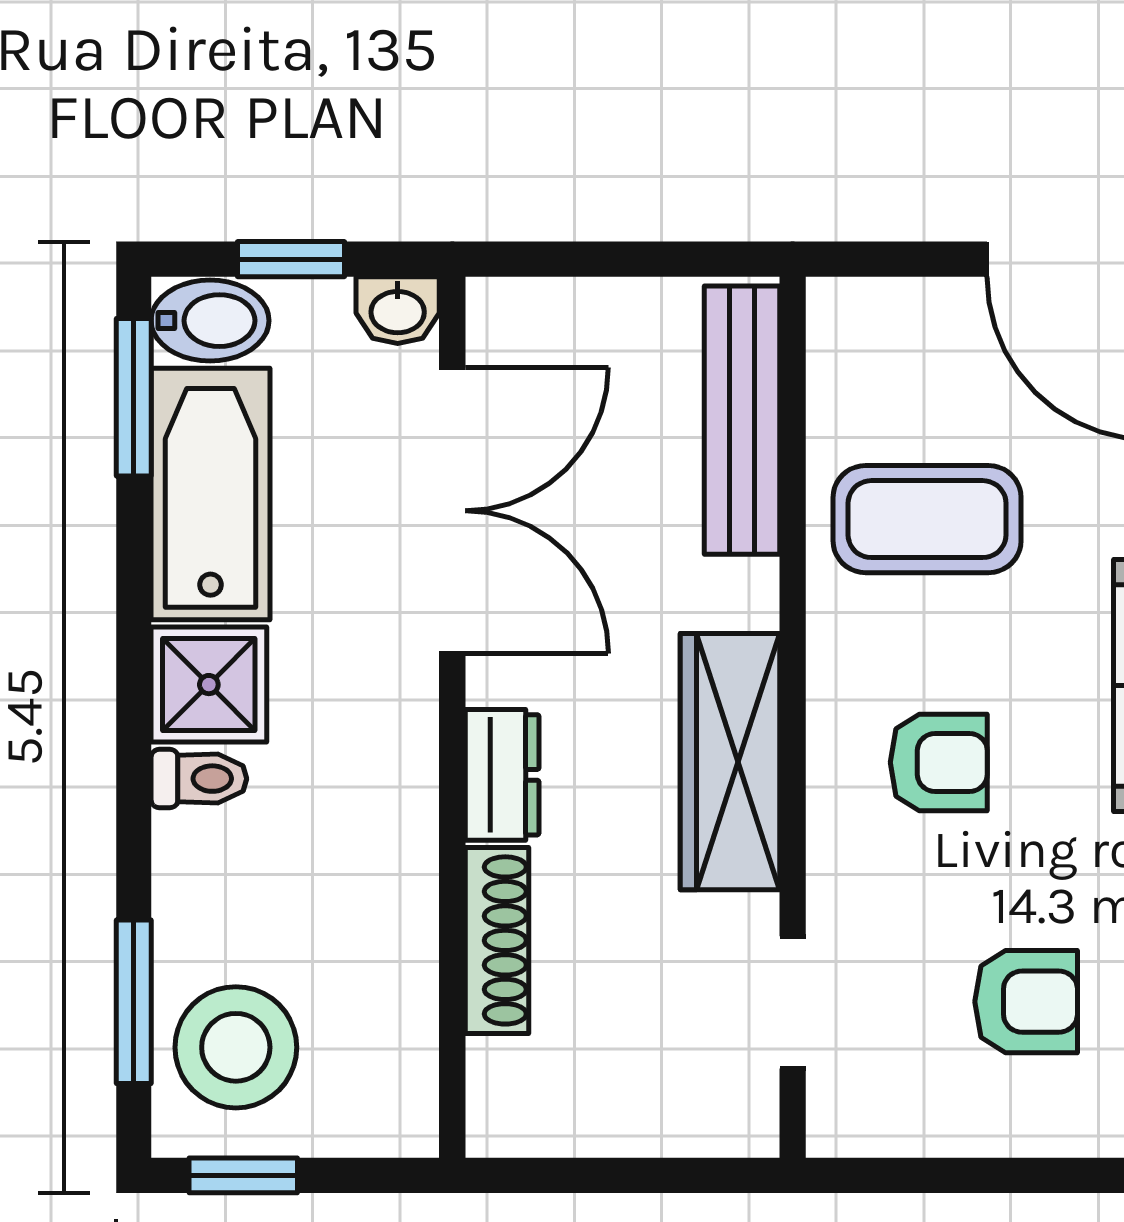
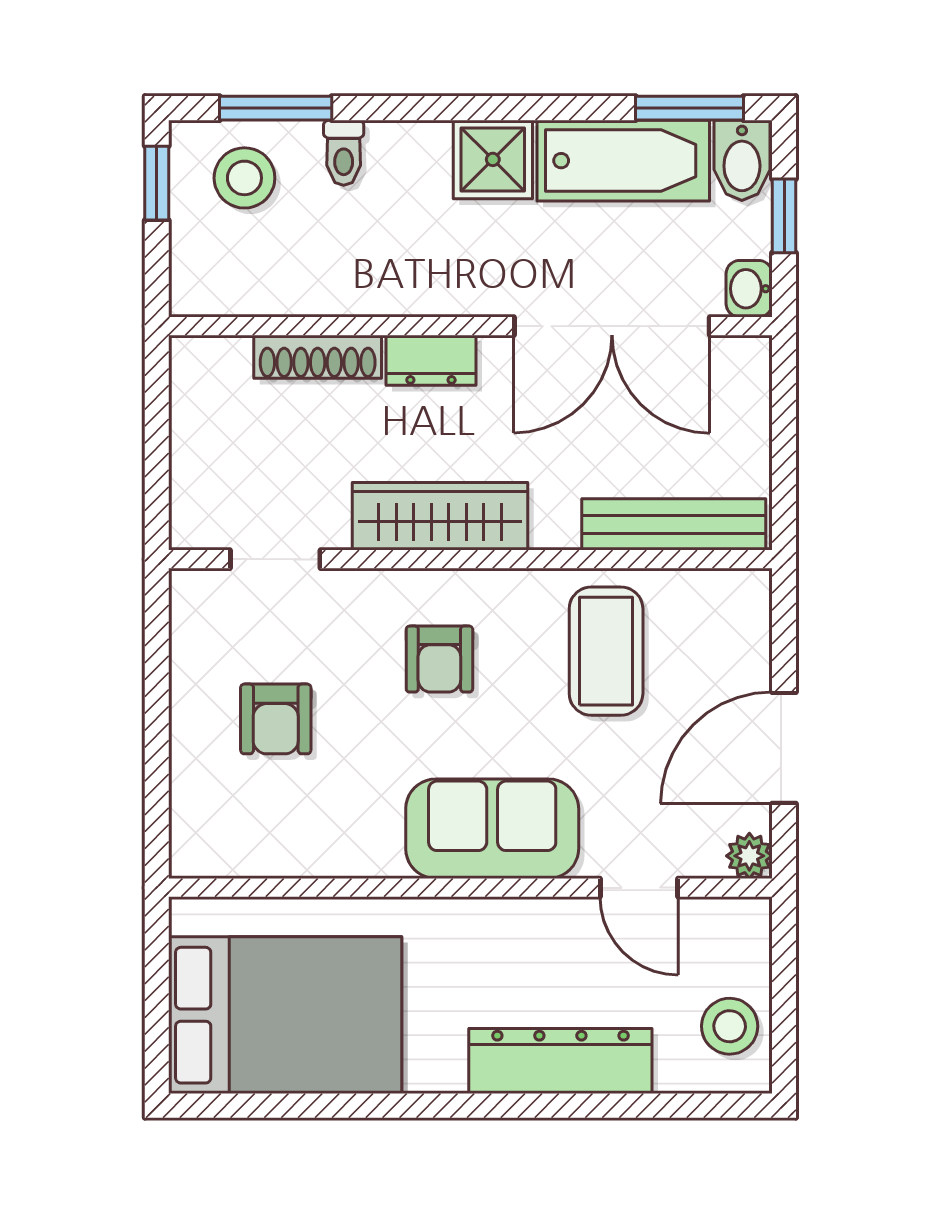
toilet: (199, 779) -> (344, 153), moved
stool: (236, 1047) -> (244, 178), width x0.73, depth x0.73

